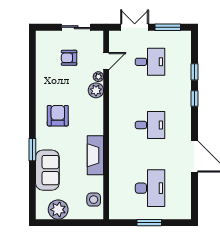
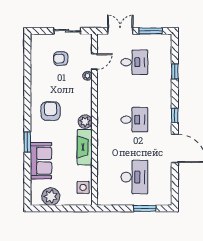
plant: (96, 90) -> (85, 122), moved
window: (195, 98) -> (175, 115), moved
window: (149, 223) -> (145, 208), moved

